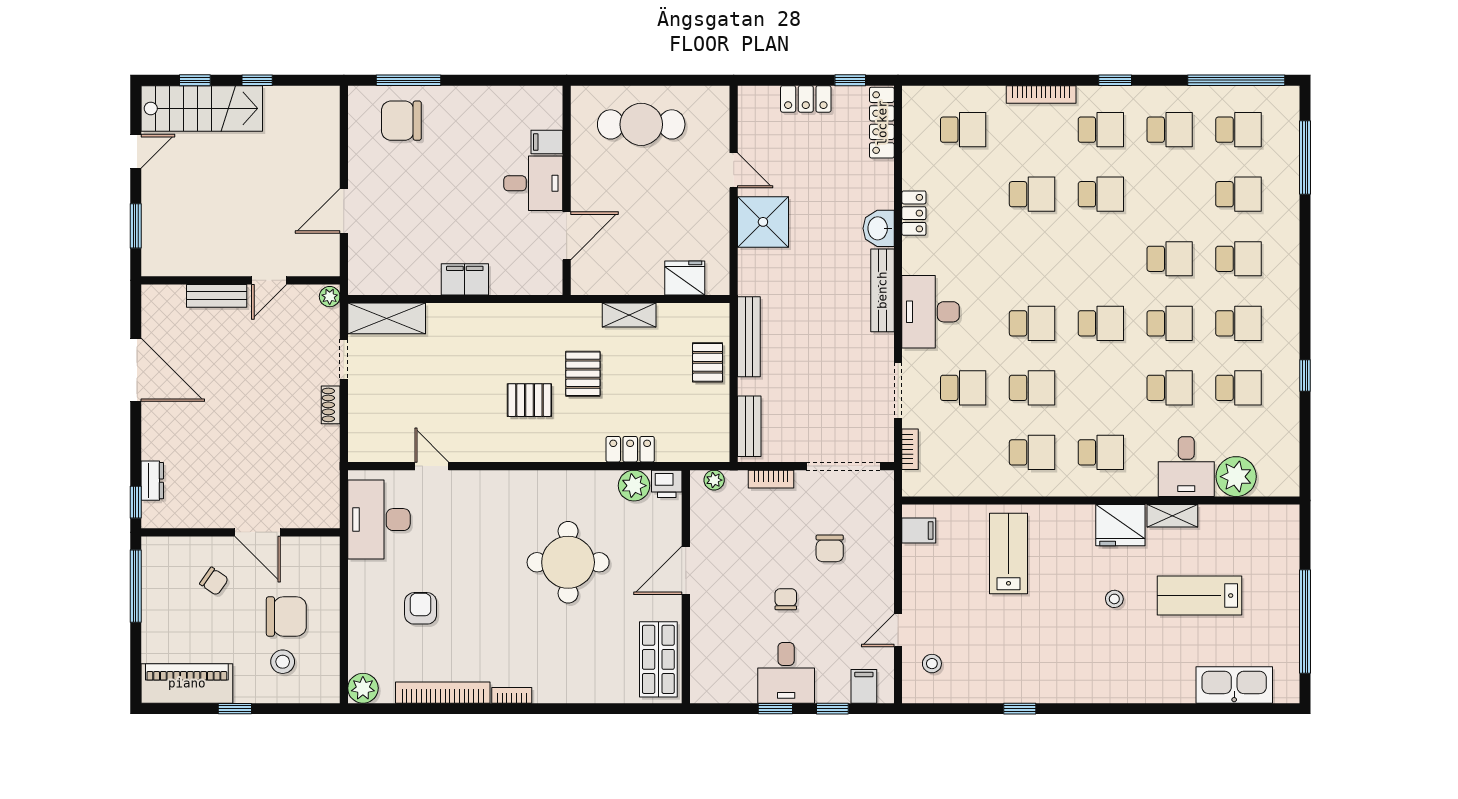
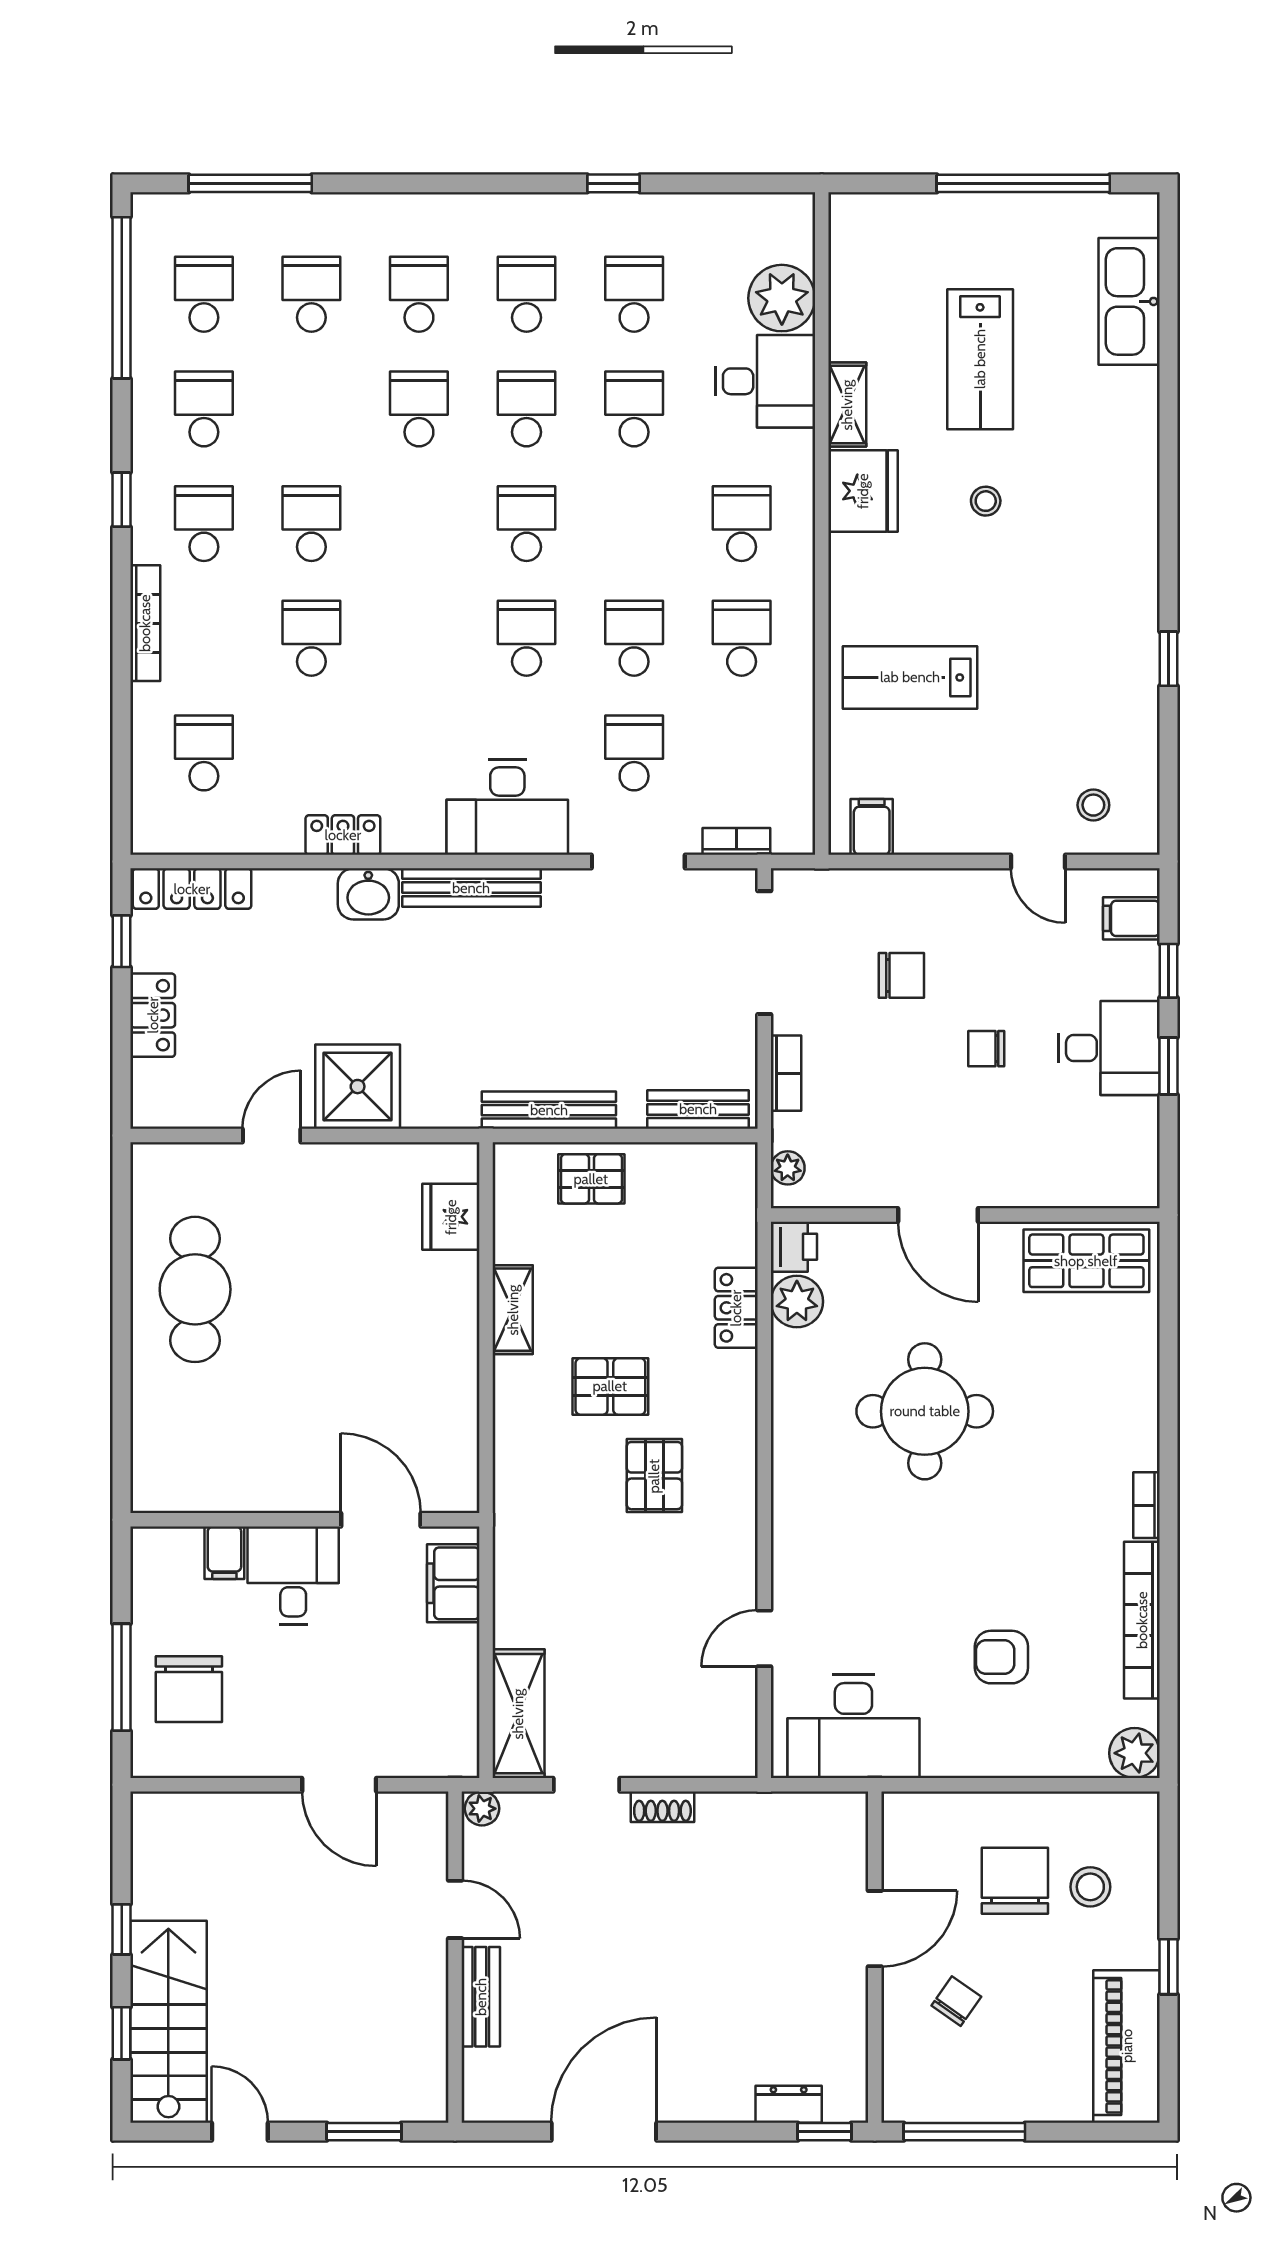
filing cabinet: (547, 142) -> (224, 1553), moved
desk: (533, 183) -> (293, 1575), moved
wall: (567, 190) -> (305, 1520), moved
door: (567, 236) -> (381, 1520), moved

